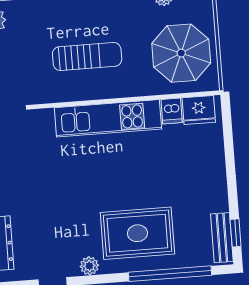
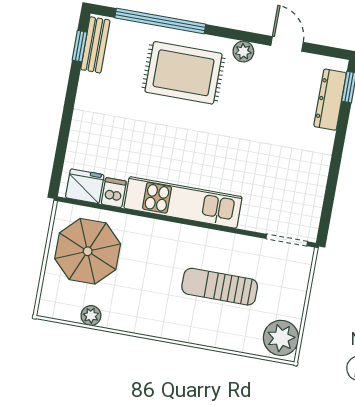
sun lounger: (87, 57) -> (220, 287), moved

